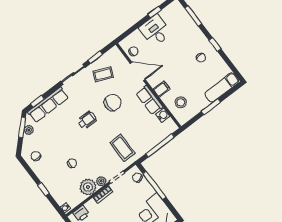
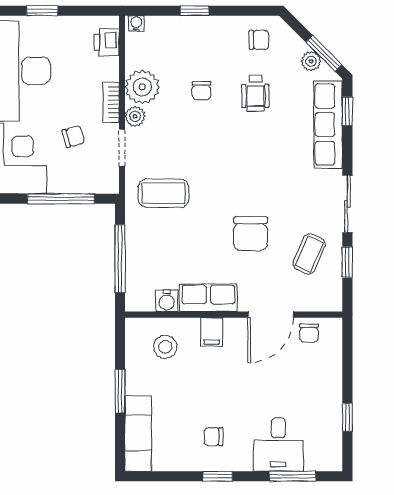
desk: (155, 31) -> (278, 445), moved, turned 90
wheelchair: (87, 120) -> (255, 93), moved
chair: (137, 178) -> (73, 137), moved

